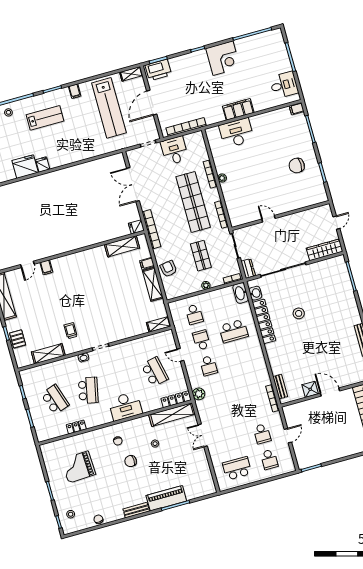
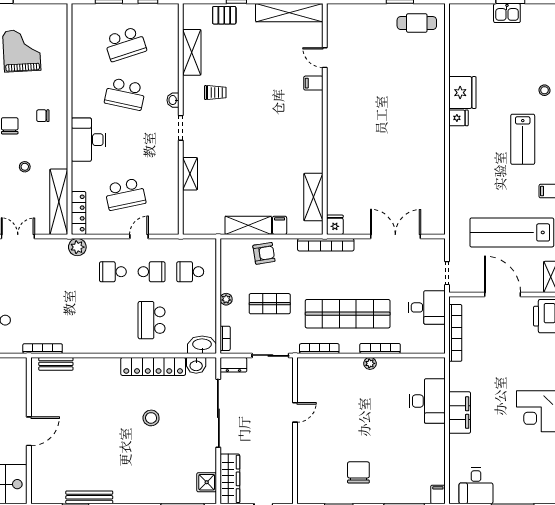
shelving: (159, 324) -> (190, 174), moved
shower: (310, 389) -> (207, 482), moved
locker: (76, 427) -> (79, 63), removed

